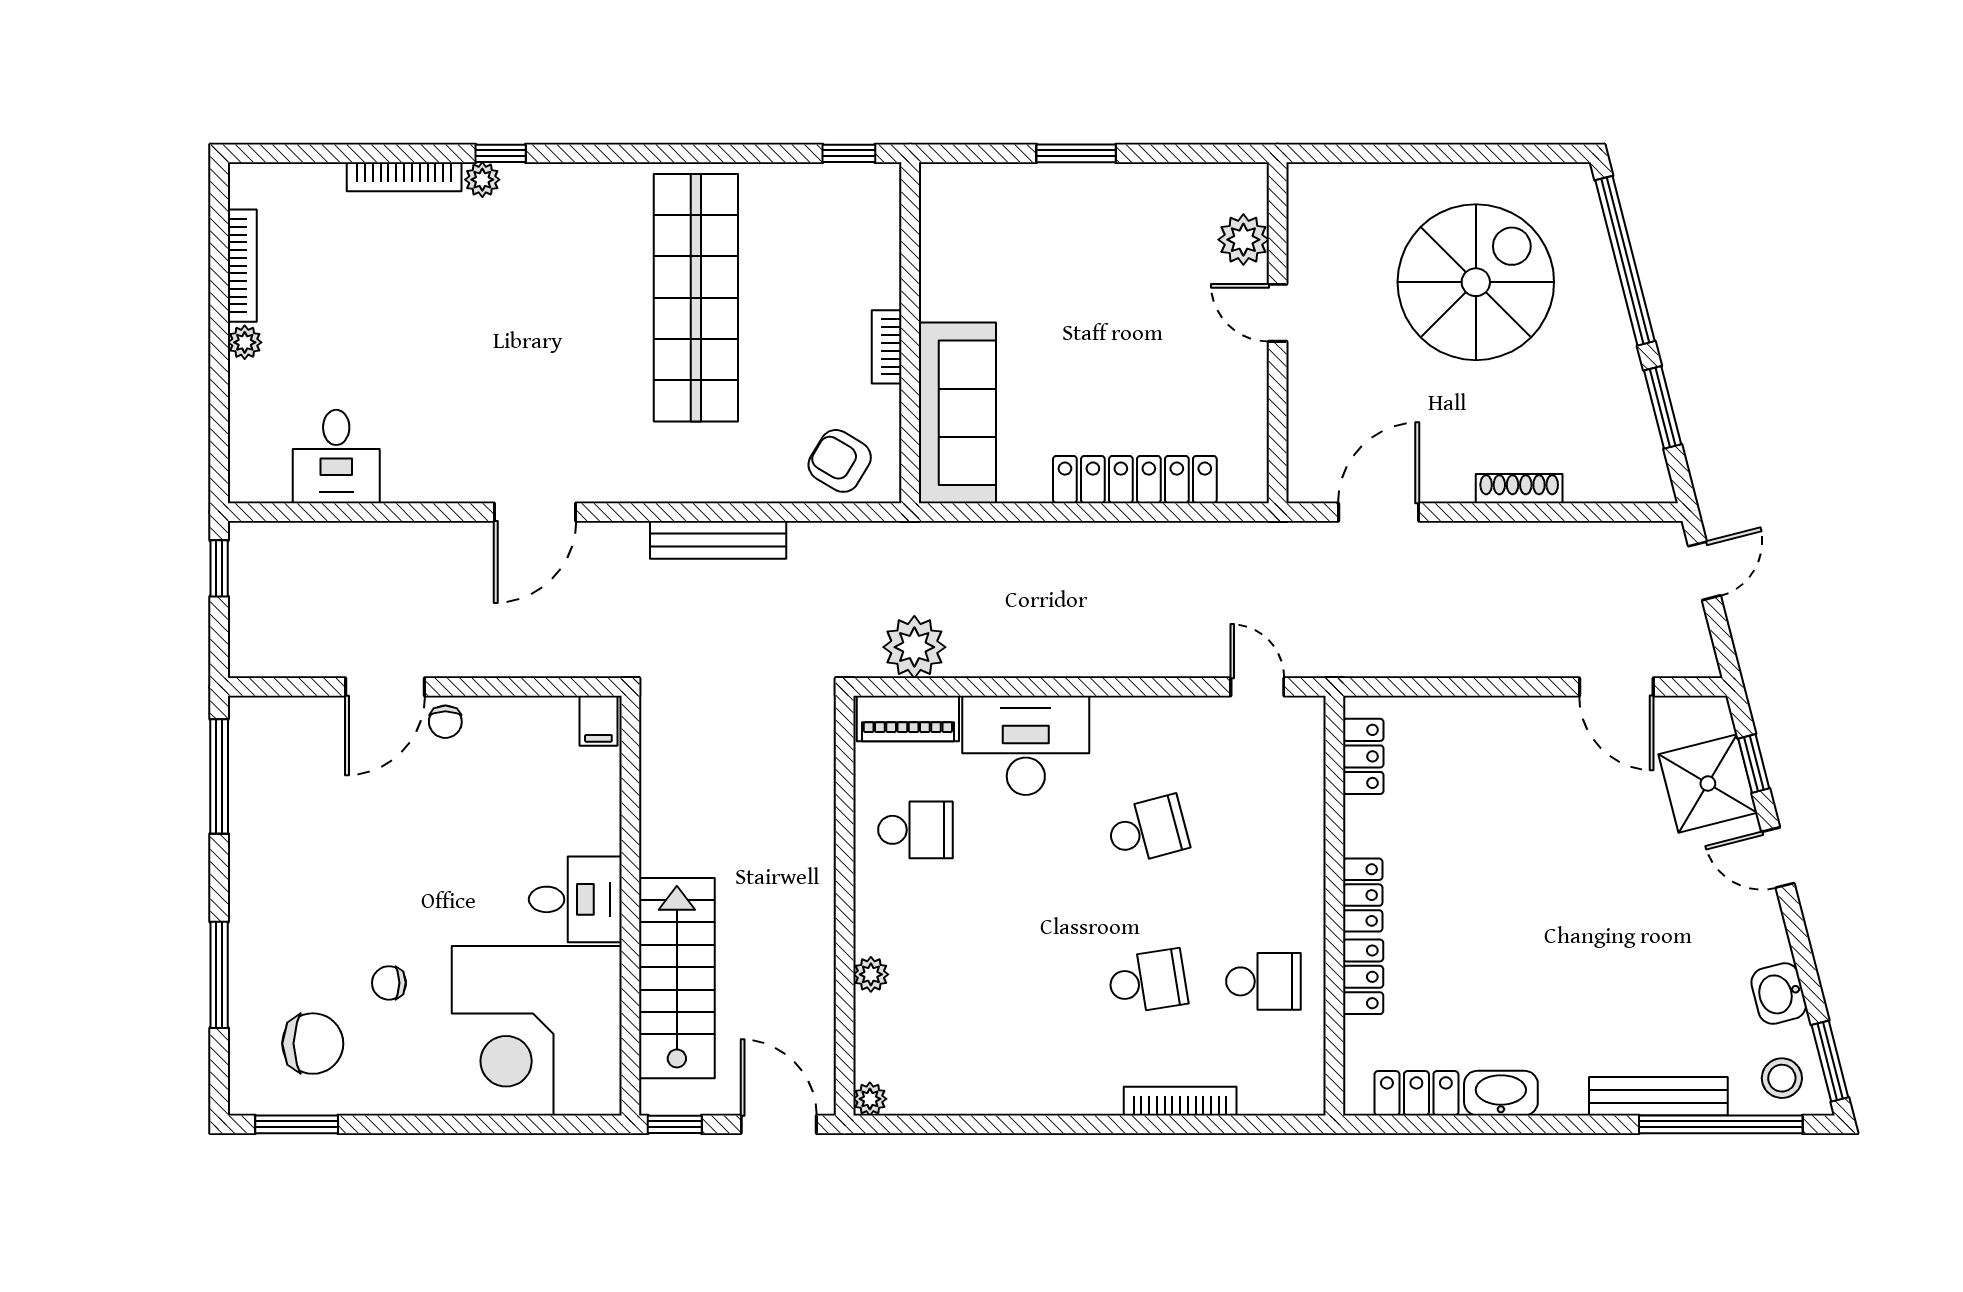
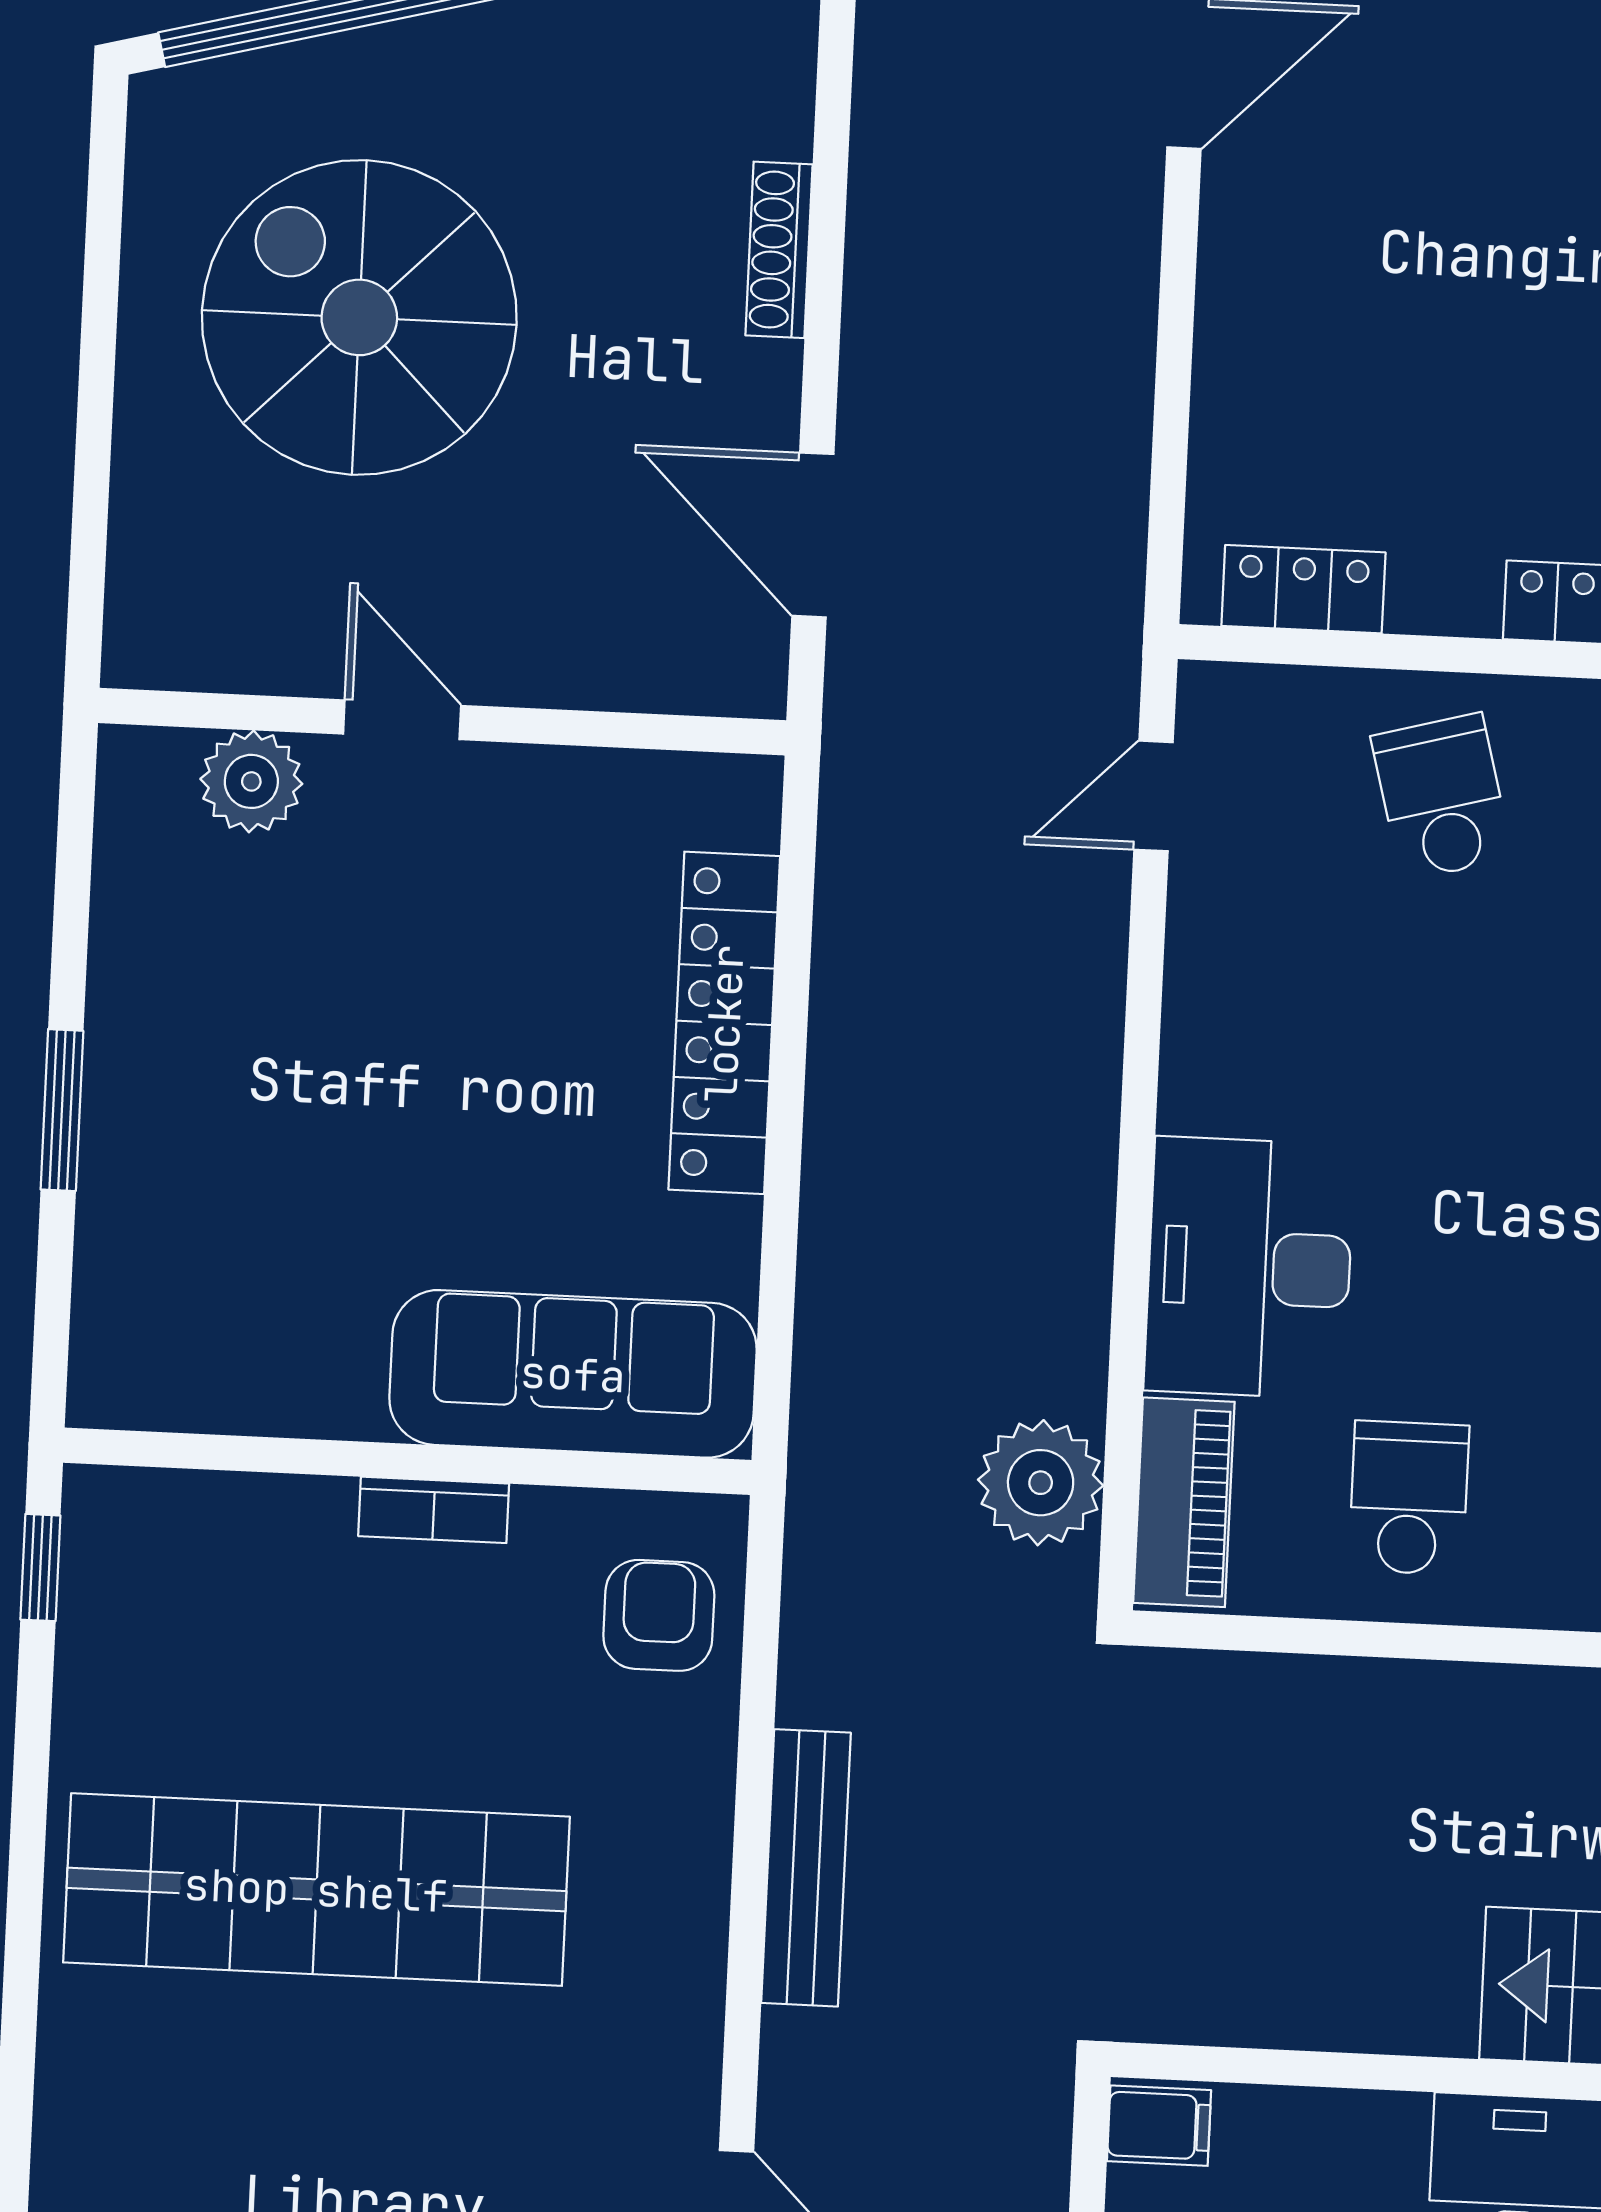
door: (1278, 313) -> (402, 720), swing flipped
armchair: (840, 461) -> (659, 1615), turned 149
school desk: (1147, 830) -> (1442, 797), moved

